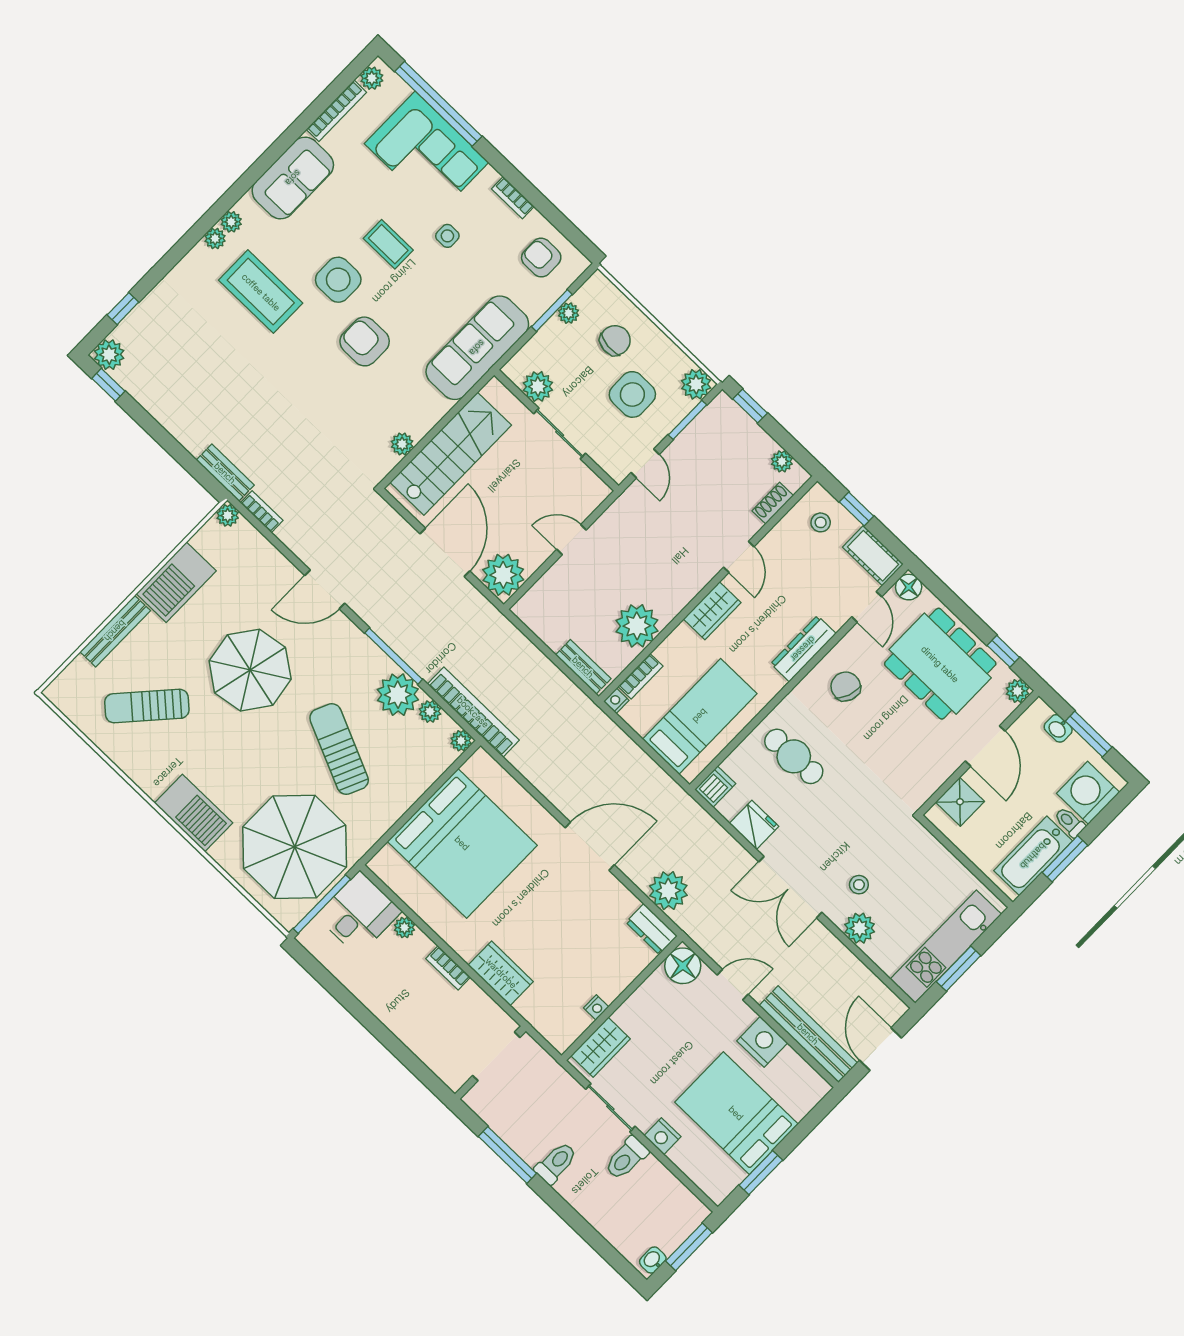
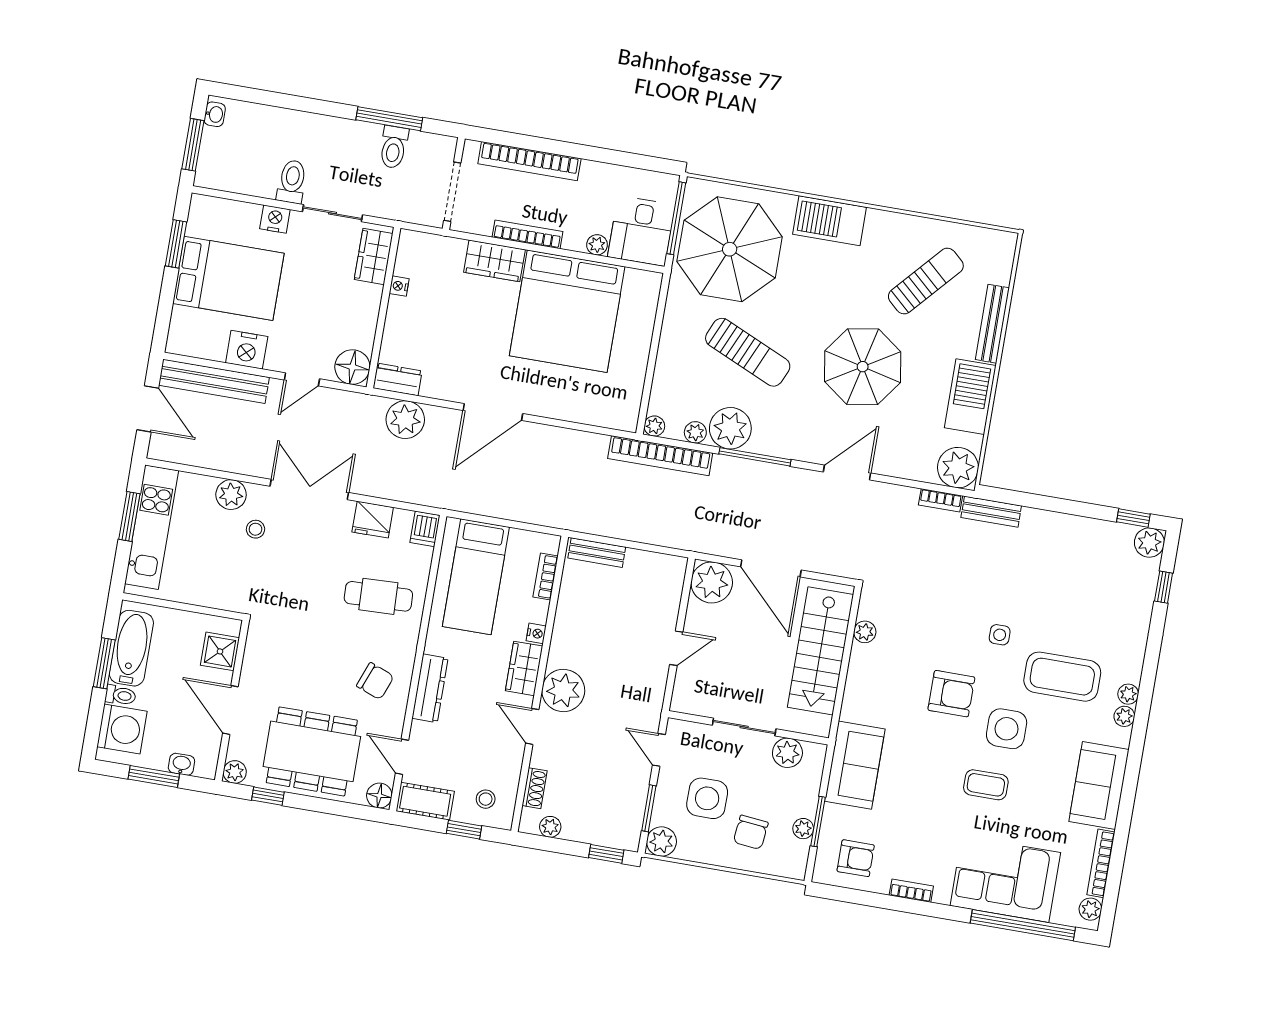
side table: (447, 236) -> (1000, 635), moved
sofa: (477, 348) -> (855, 765), width x0.73
plant: (228, 515) -> (958, 468), width x1.88, depth x1.88
plant: (637, 626) -> (563, 691), moved
nightstand: (616, 701) -> (536, 633), moved
bed: (462, 843) -> (567, 311), moved, turned -90
bookcase: (448, 968) -> (527, 234), width x1.56
bookcase: (413, 1038) -> (529, 161), added
toilet: (556, 1163) -> (394, 147), moved

